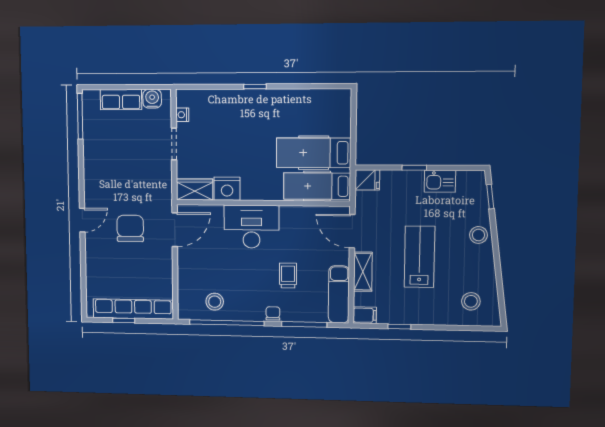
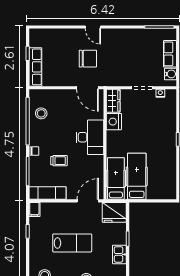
fridge: (367, 180) -> (114, 212), width x1.88, depth x1.34
shelving: (363, 272) -> (62, 208), removed
row of seats: (133, 309) -> (35, 67), width x0.73

